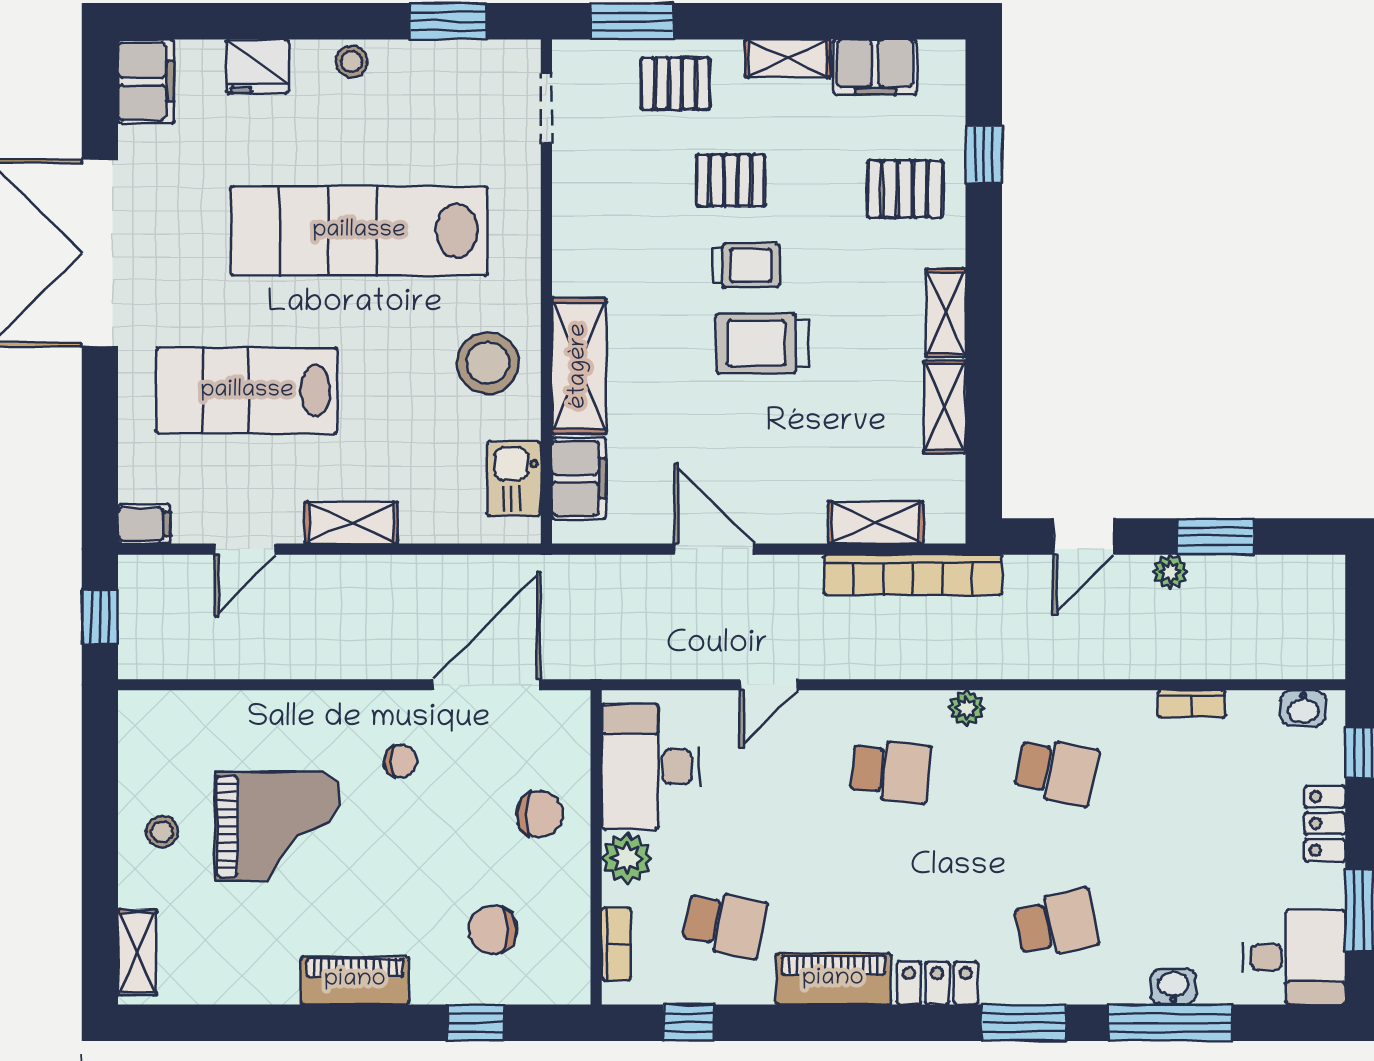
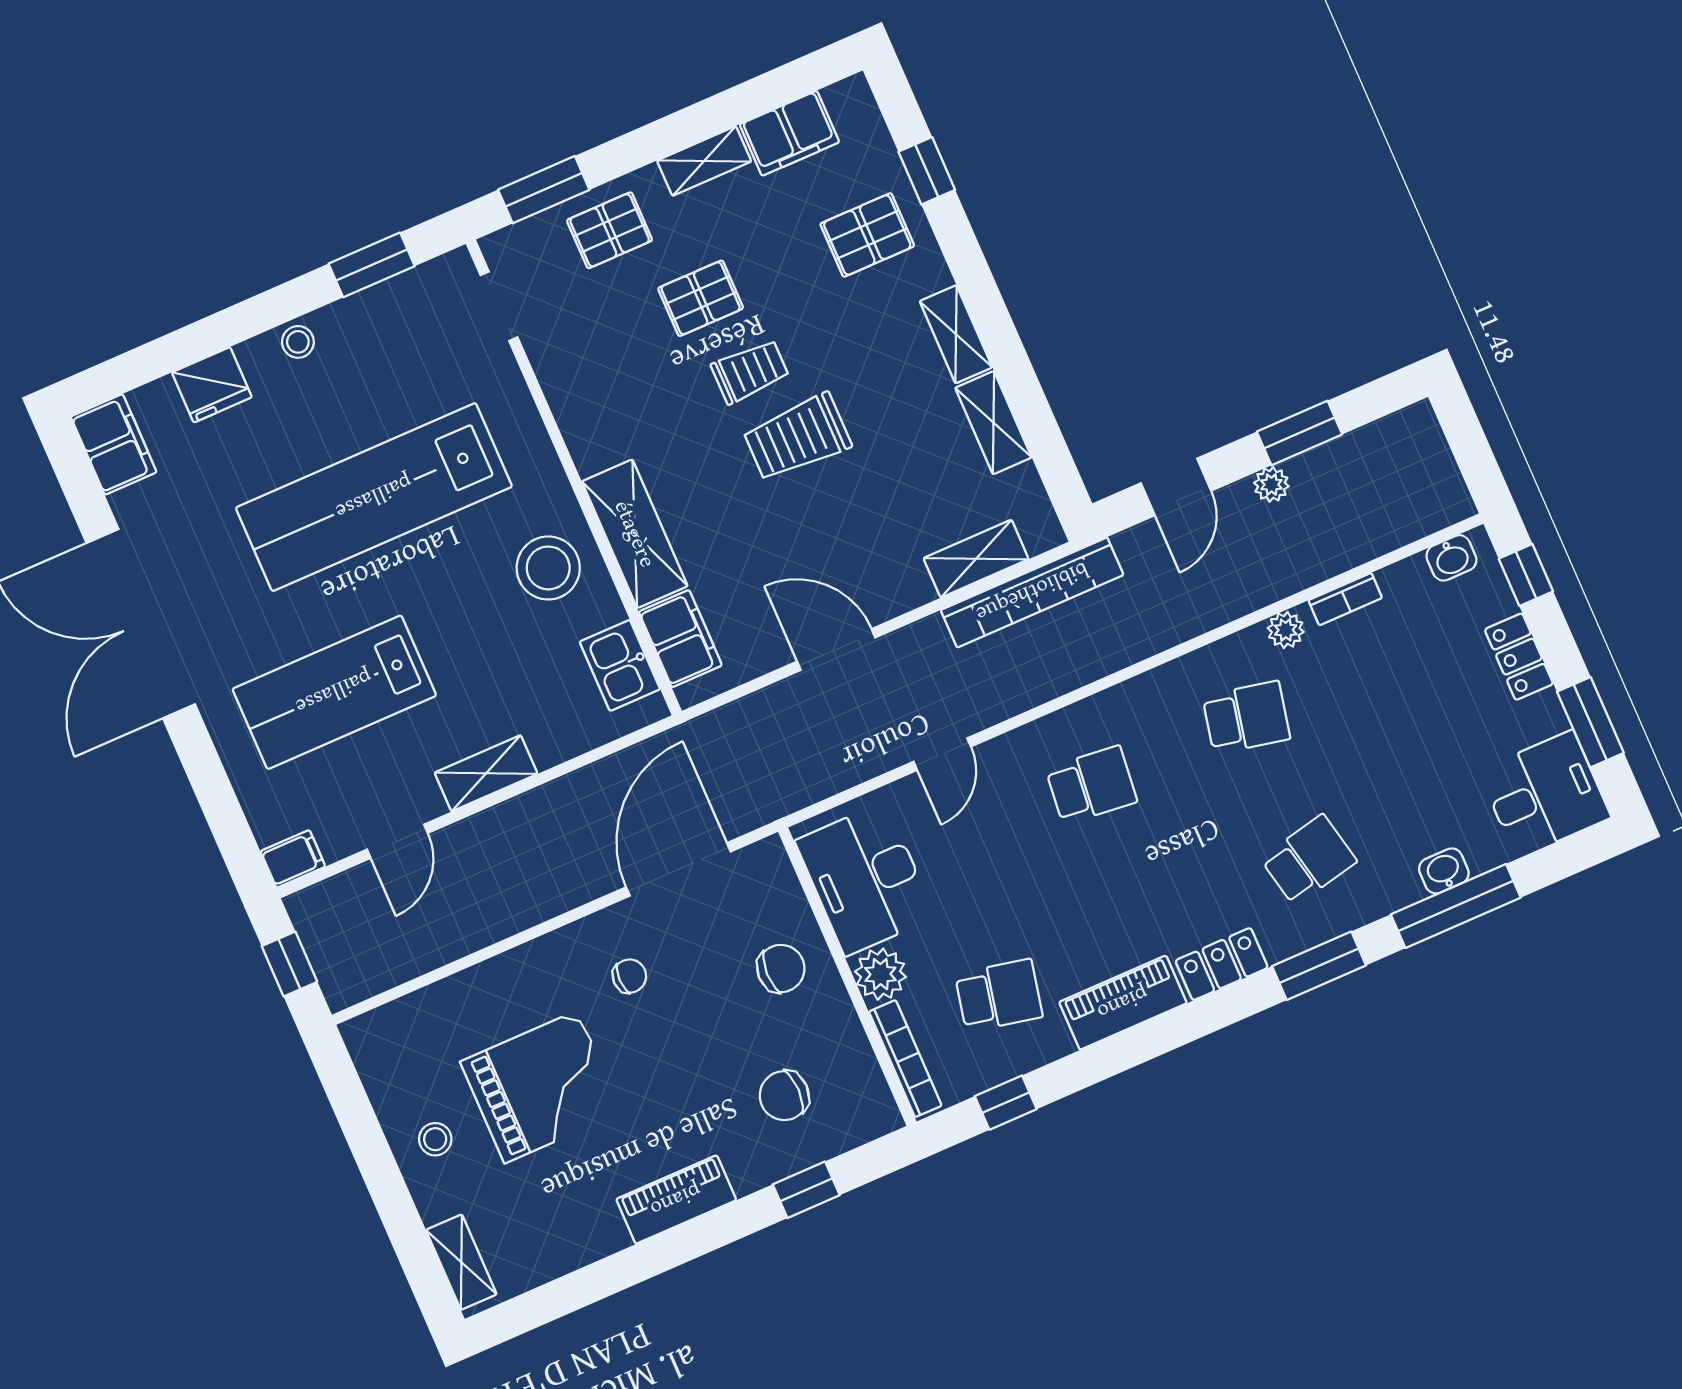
plant: (967, 708) -> (1286, 630), moved
bookcase: (616, 944) -> (905, 1059), width x1.56

